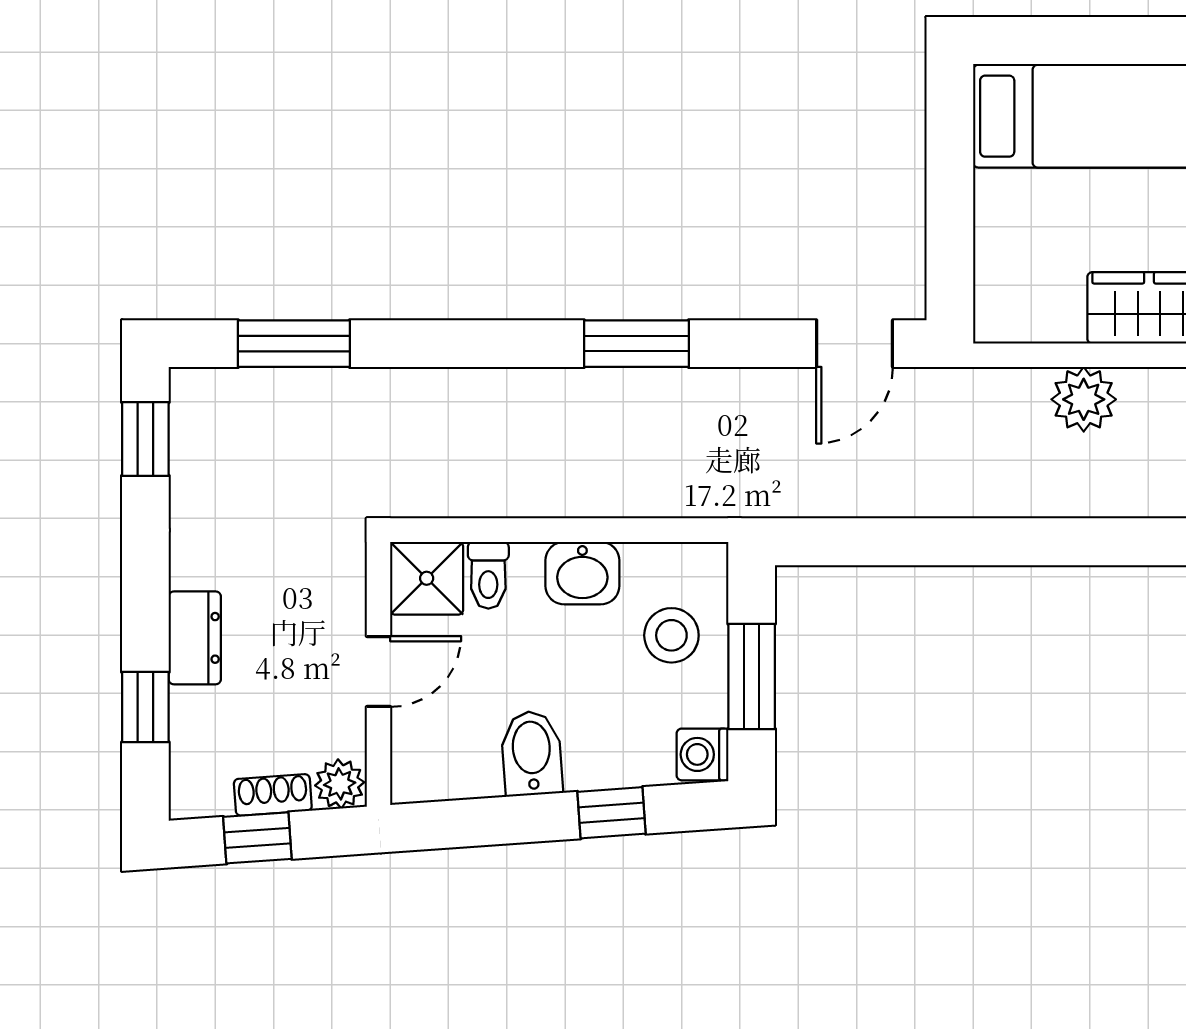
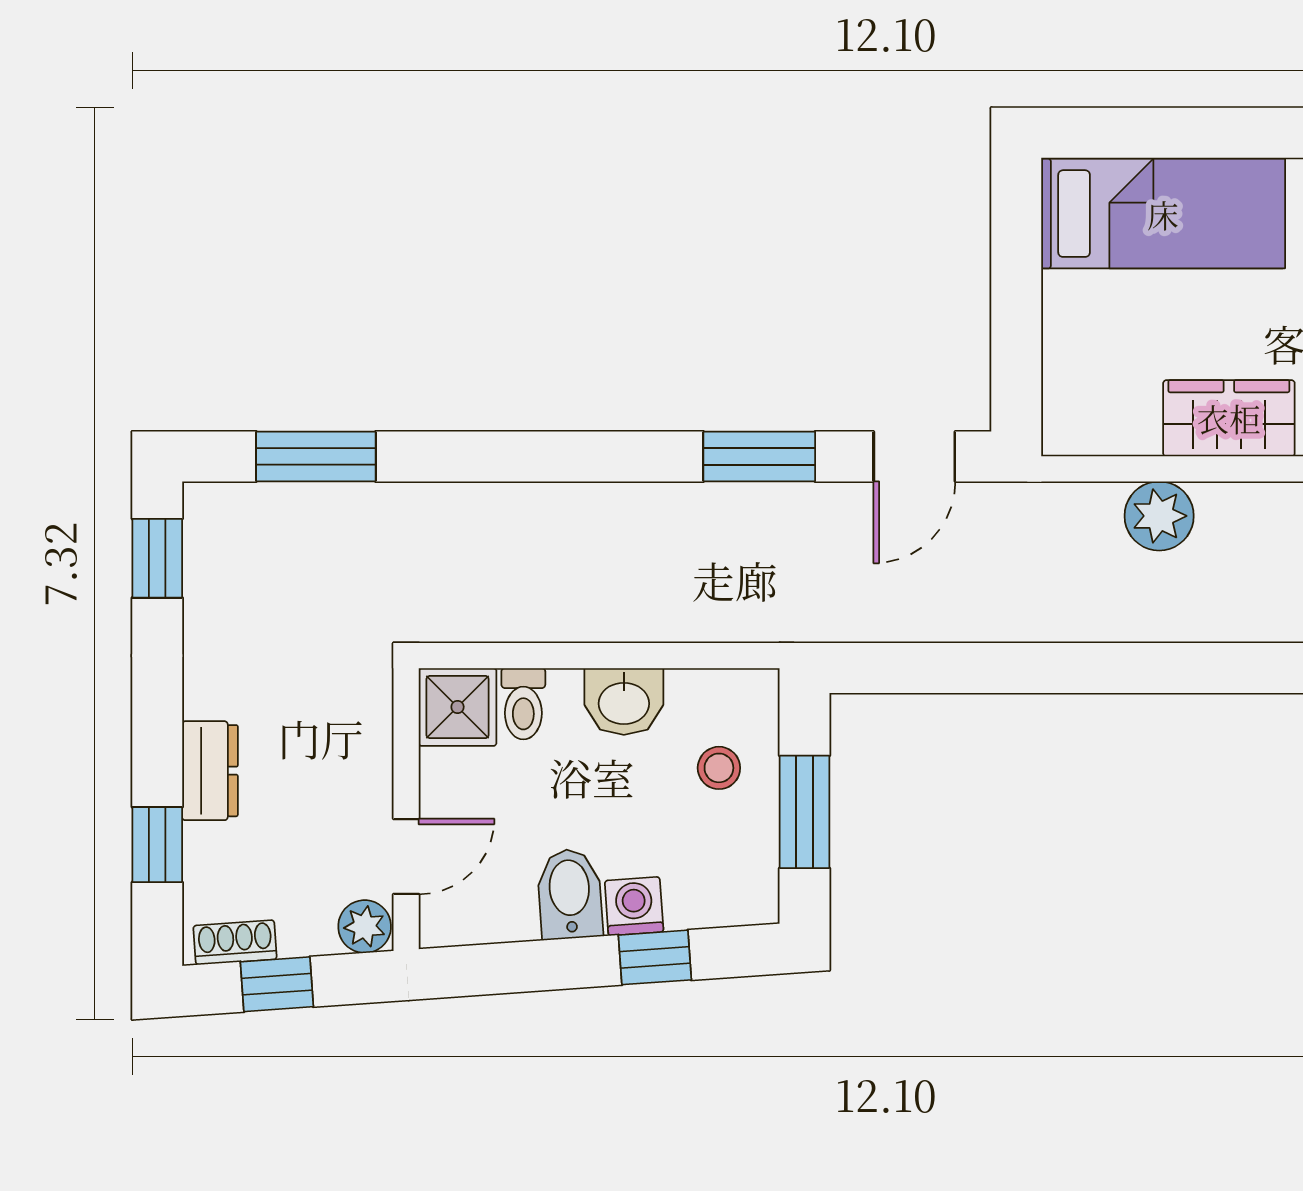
window: (636, 344) -> (759, 456), moved
stool: (671, 635) -> (719, 768), width x0.73, depth x0.73
door: (379, 671) -> (406, 857), moved
washing machine: (702, 754) -> (634, 906), moved, turned 86
shoe rack: (273, 795) -> (235, 942), moved

